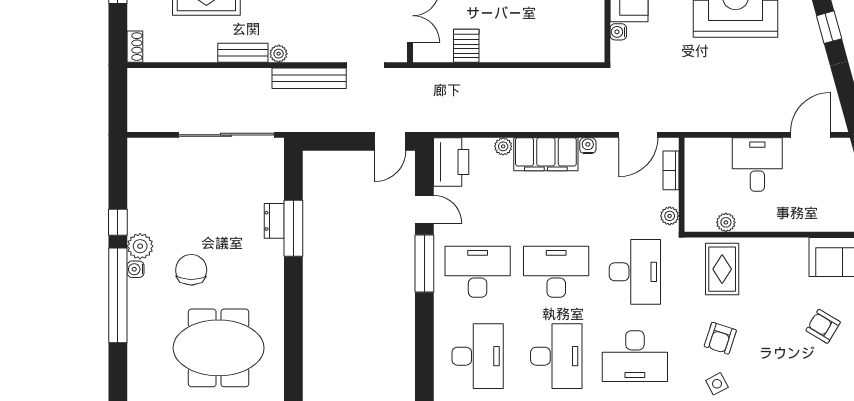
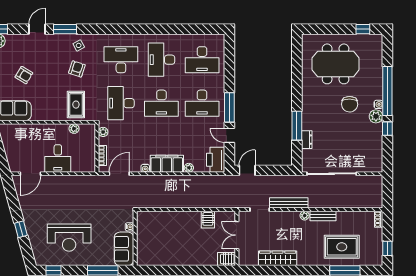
dresser: (274, 221) -> (307, 140), moved
desk: (478, 356) -> (202, 60), turned -90

